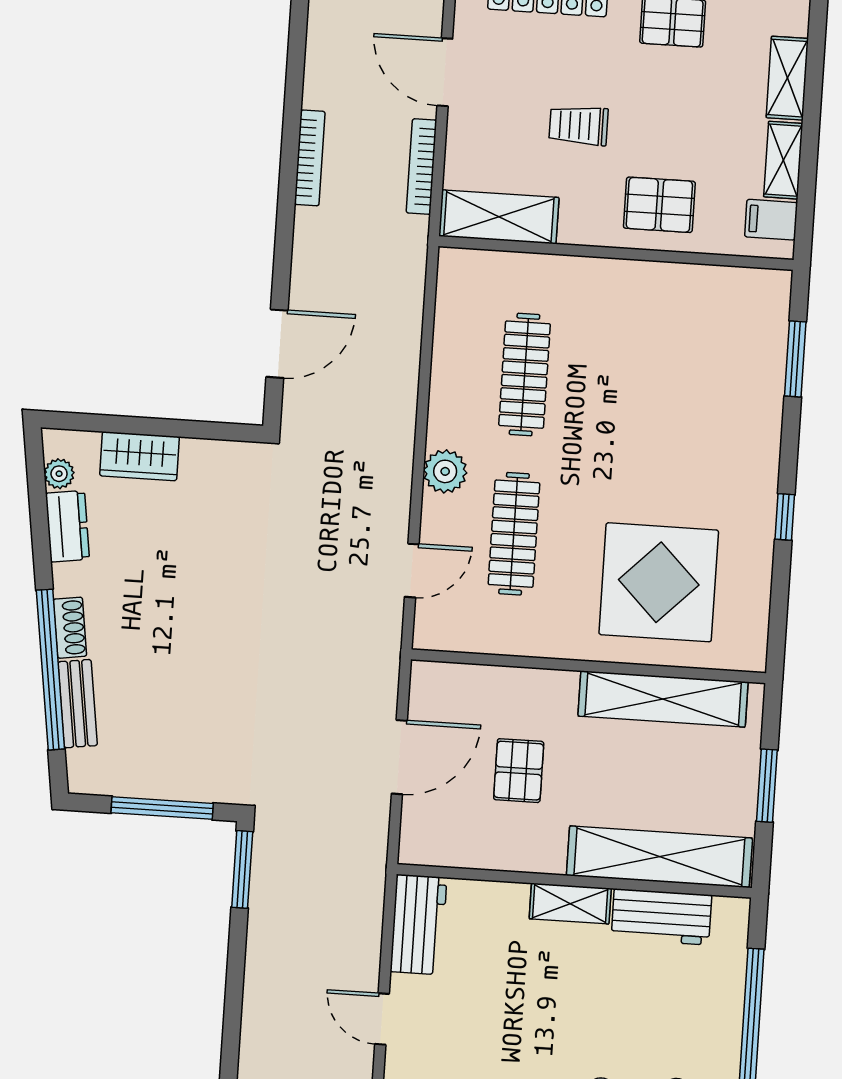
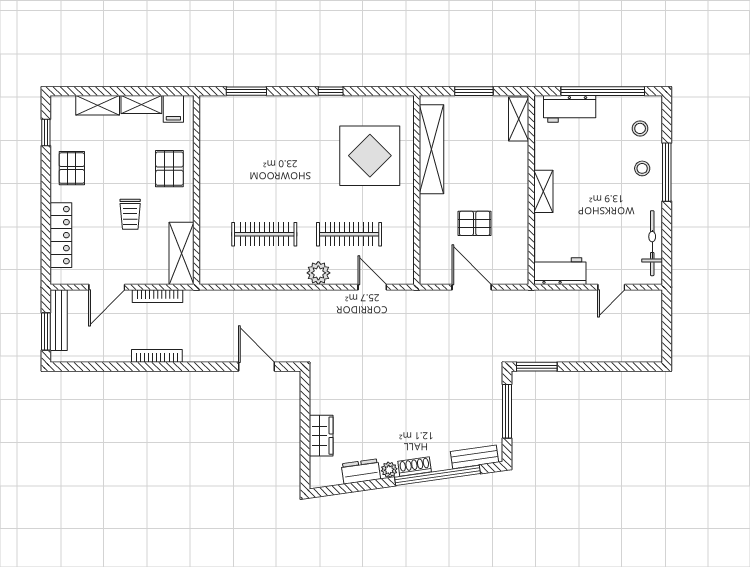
plant: (59, 474) -> (389, 470), moved
bench: (78, 704) -> (474, 457), moved
shelving: (659, 857) -> (519, 119), width x0.45, depth x0.75
workbench: (661, 917) -> (570, 109), moved, turned 90

